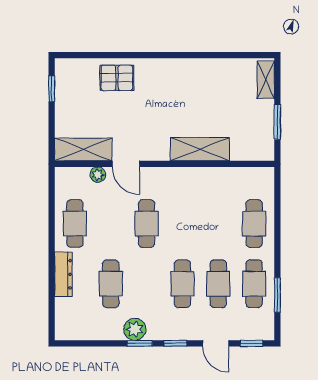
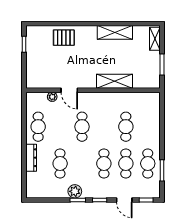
shelving: (83, 150) -> (115, 32), moved
cafe table: (254, 224) -> (126, 127), moved

